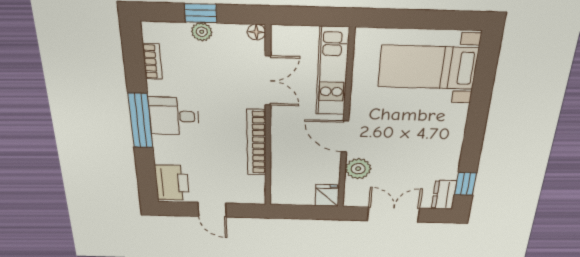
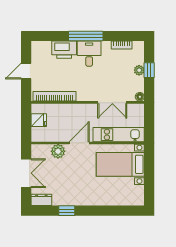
bed with nightstands: (428, 67) -> (120, 164), moved, turned -90
bookcase: (256, 143) -> (54, 96), moved
printer: (172, 183) -> (64, 50), moved
window: (465, 184) -> (67, 211), moved
fridge: (327, 195) -> (39, 120), moved

